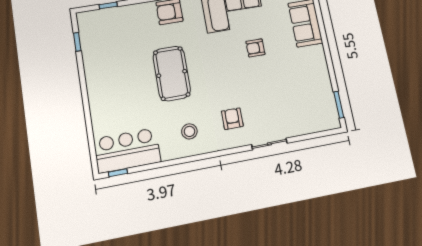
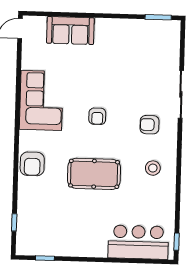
armchair: (255, 48) -> (97, 116), moved
sliding door: (269, 144) -> (181, 94), width x1.37
bar counter: (127, 150) -> (138, 242), moved, turned 90

